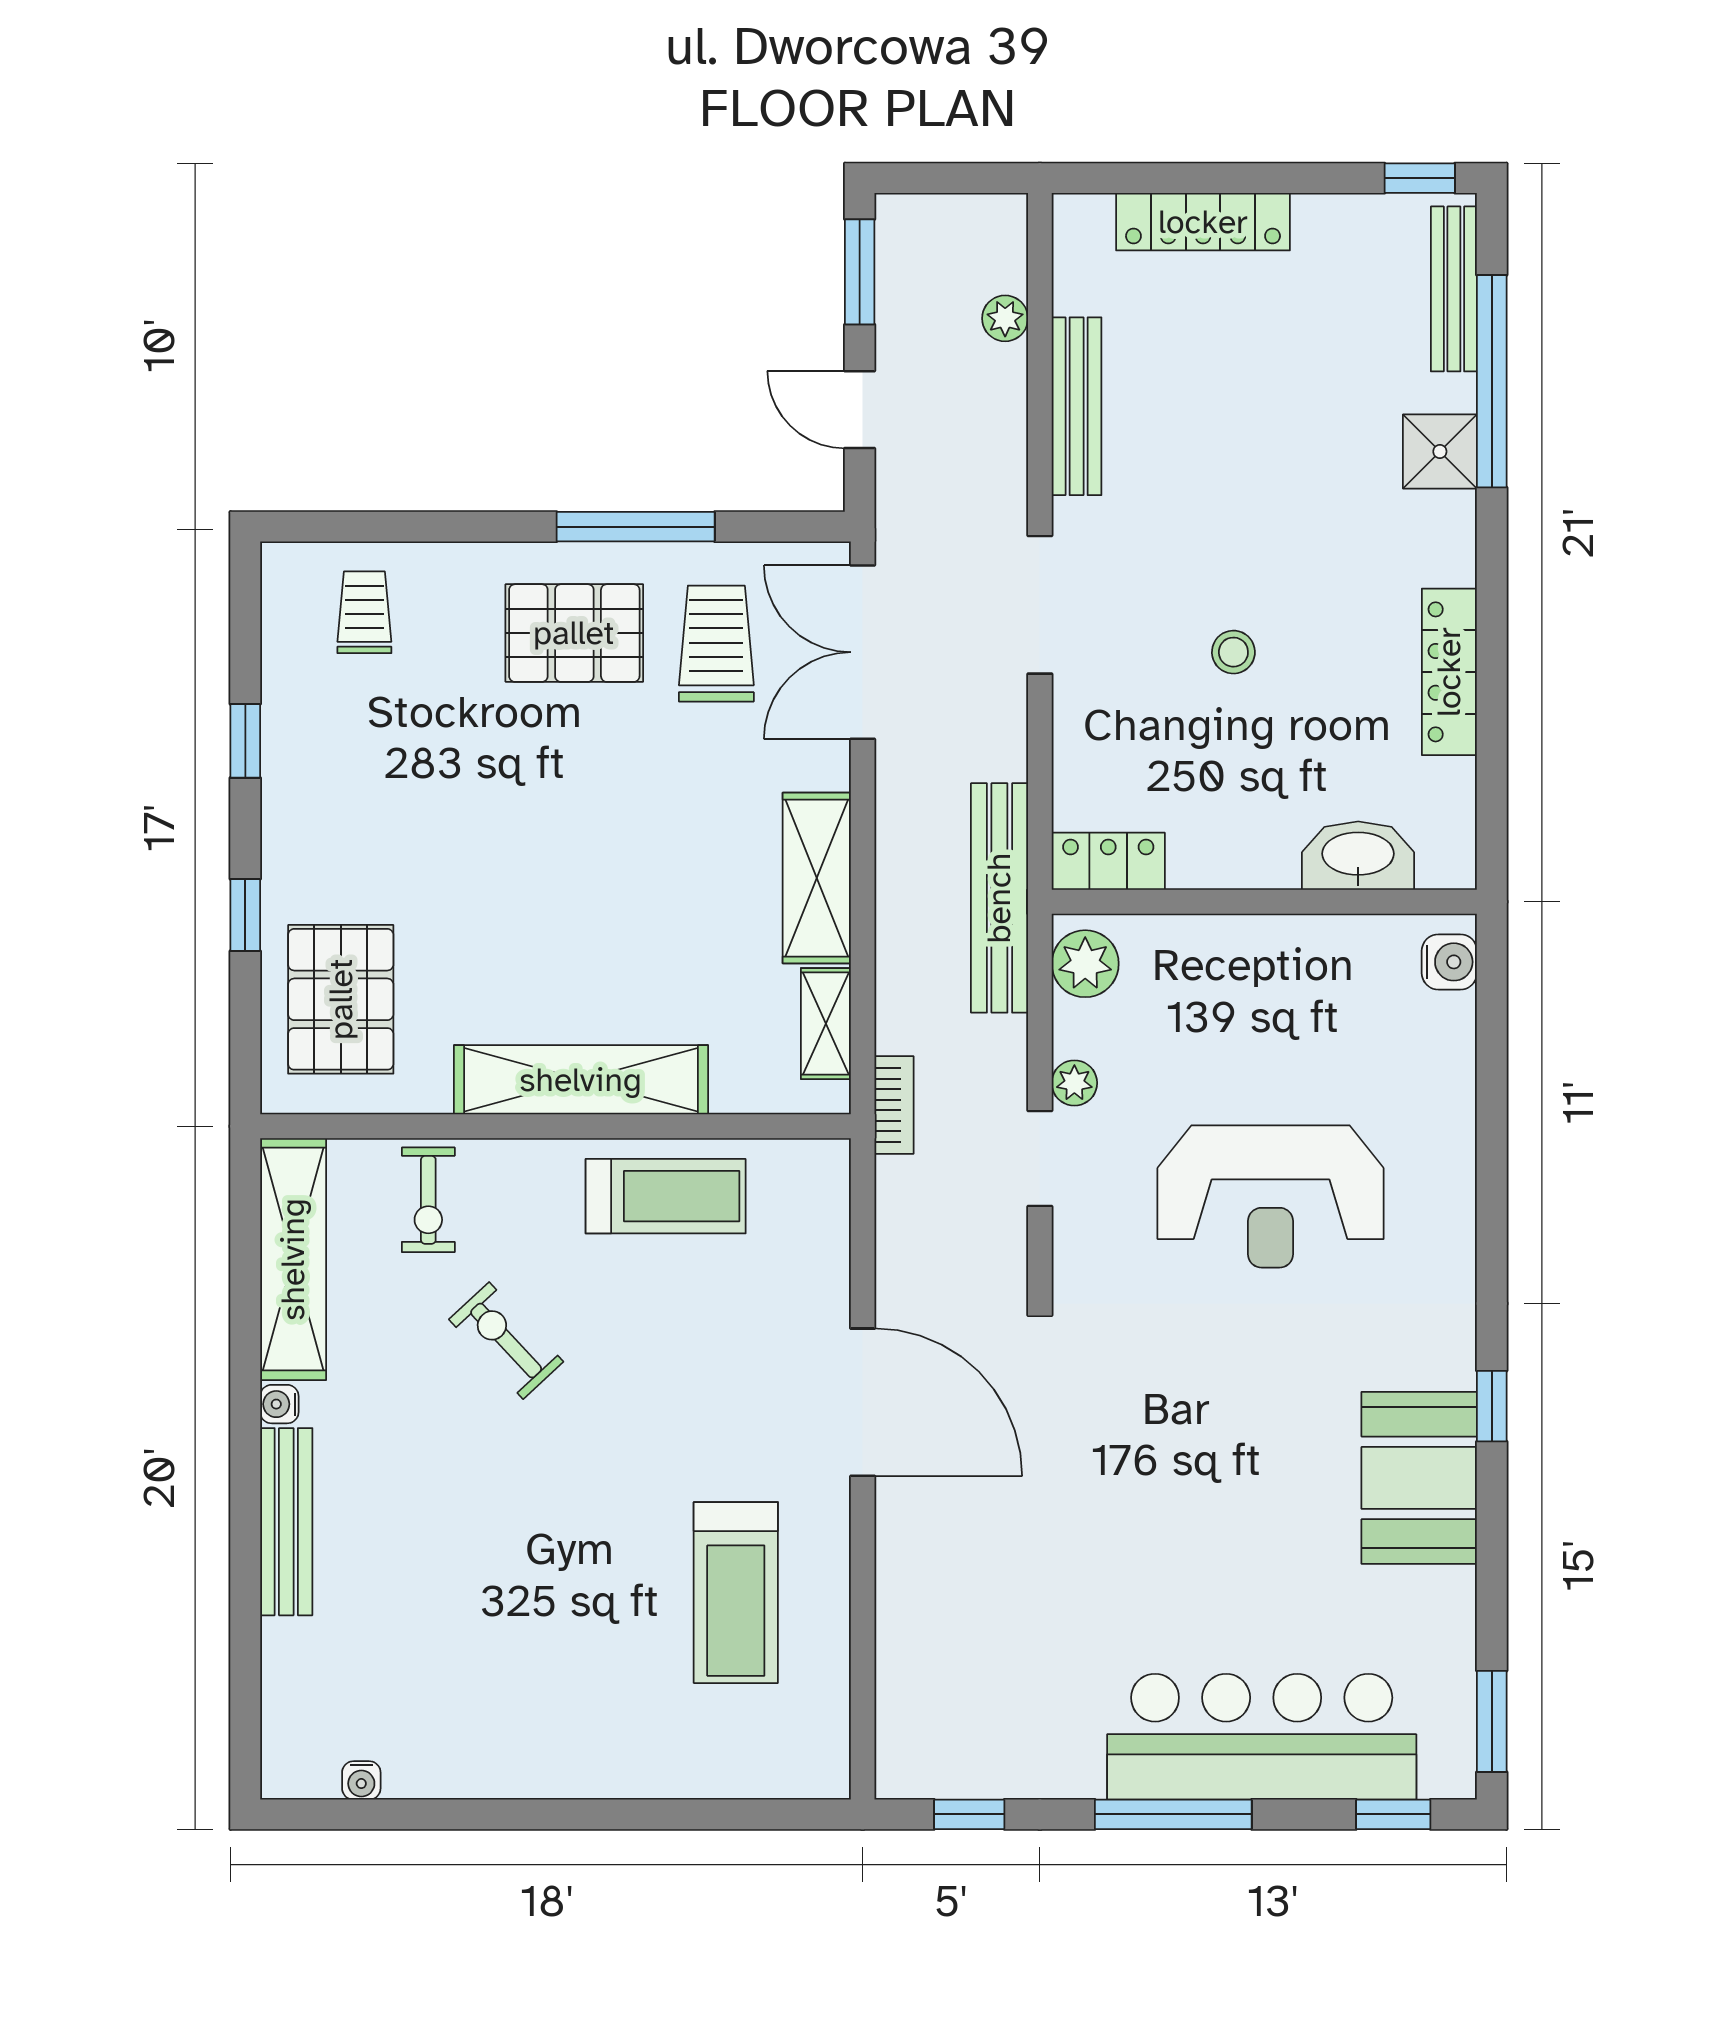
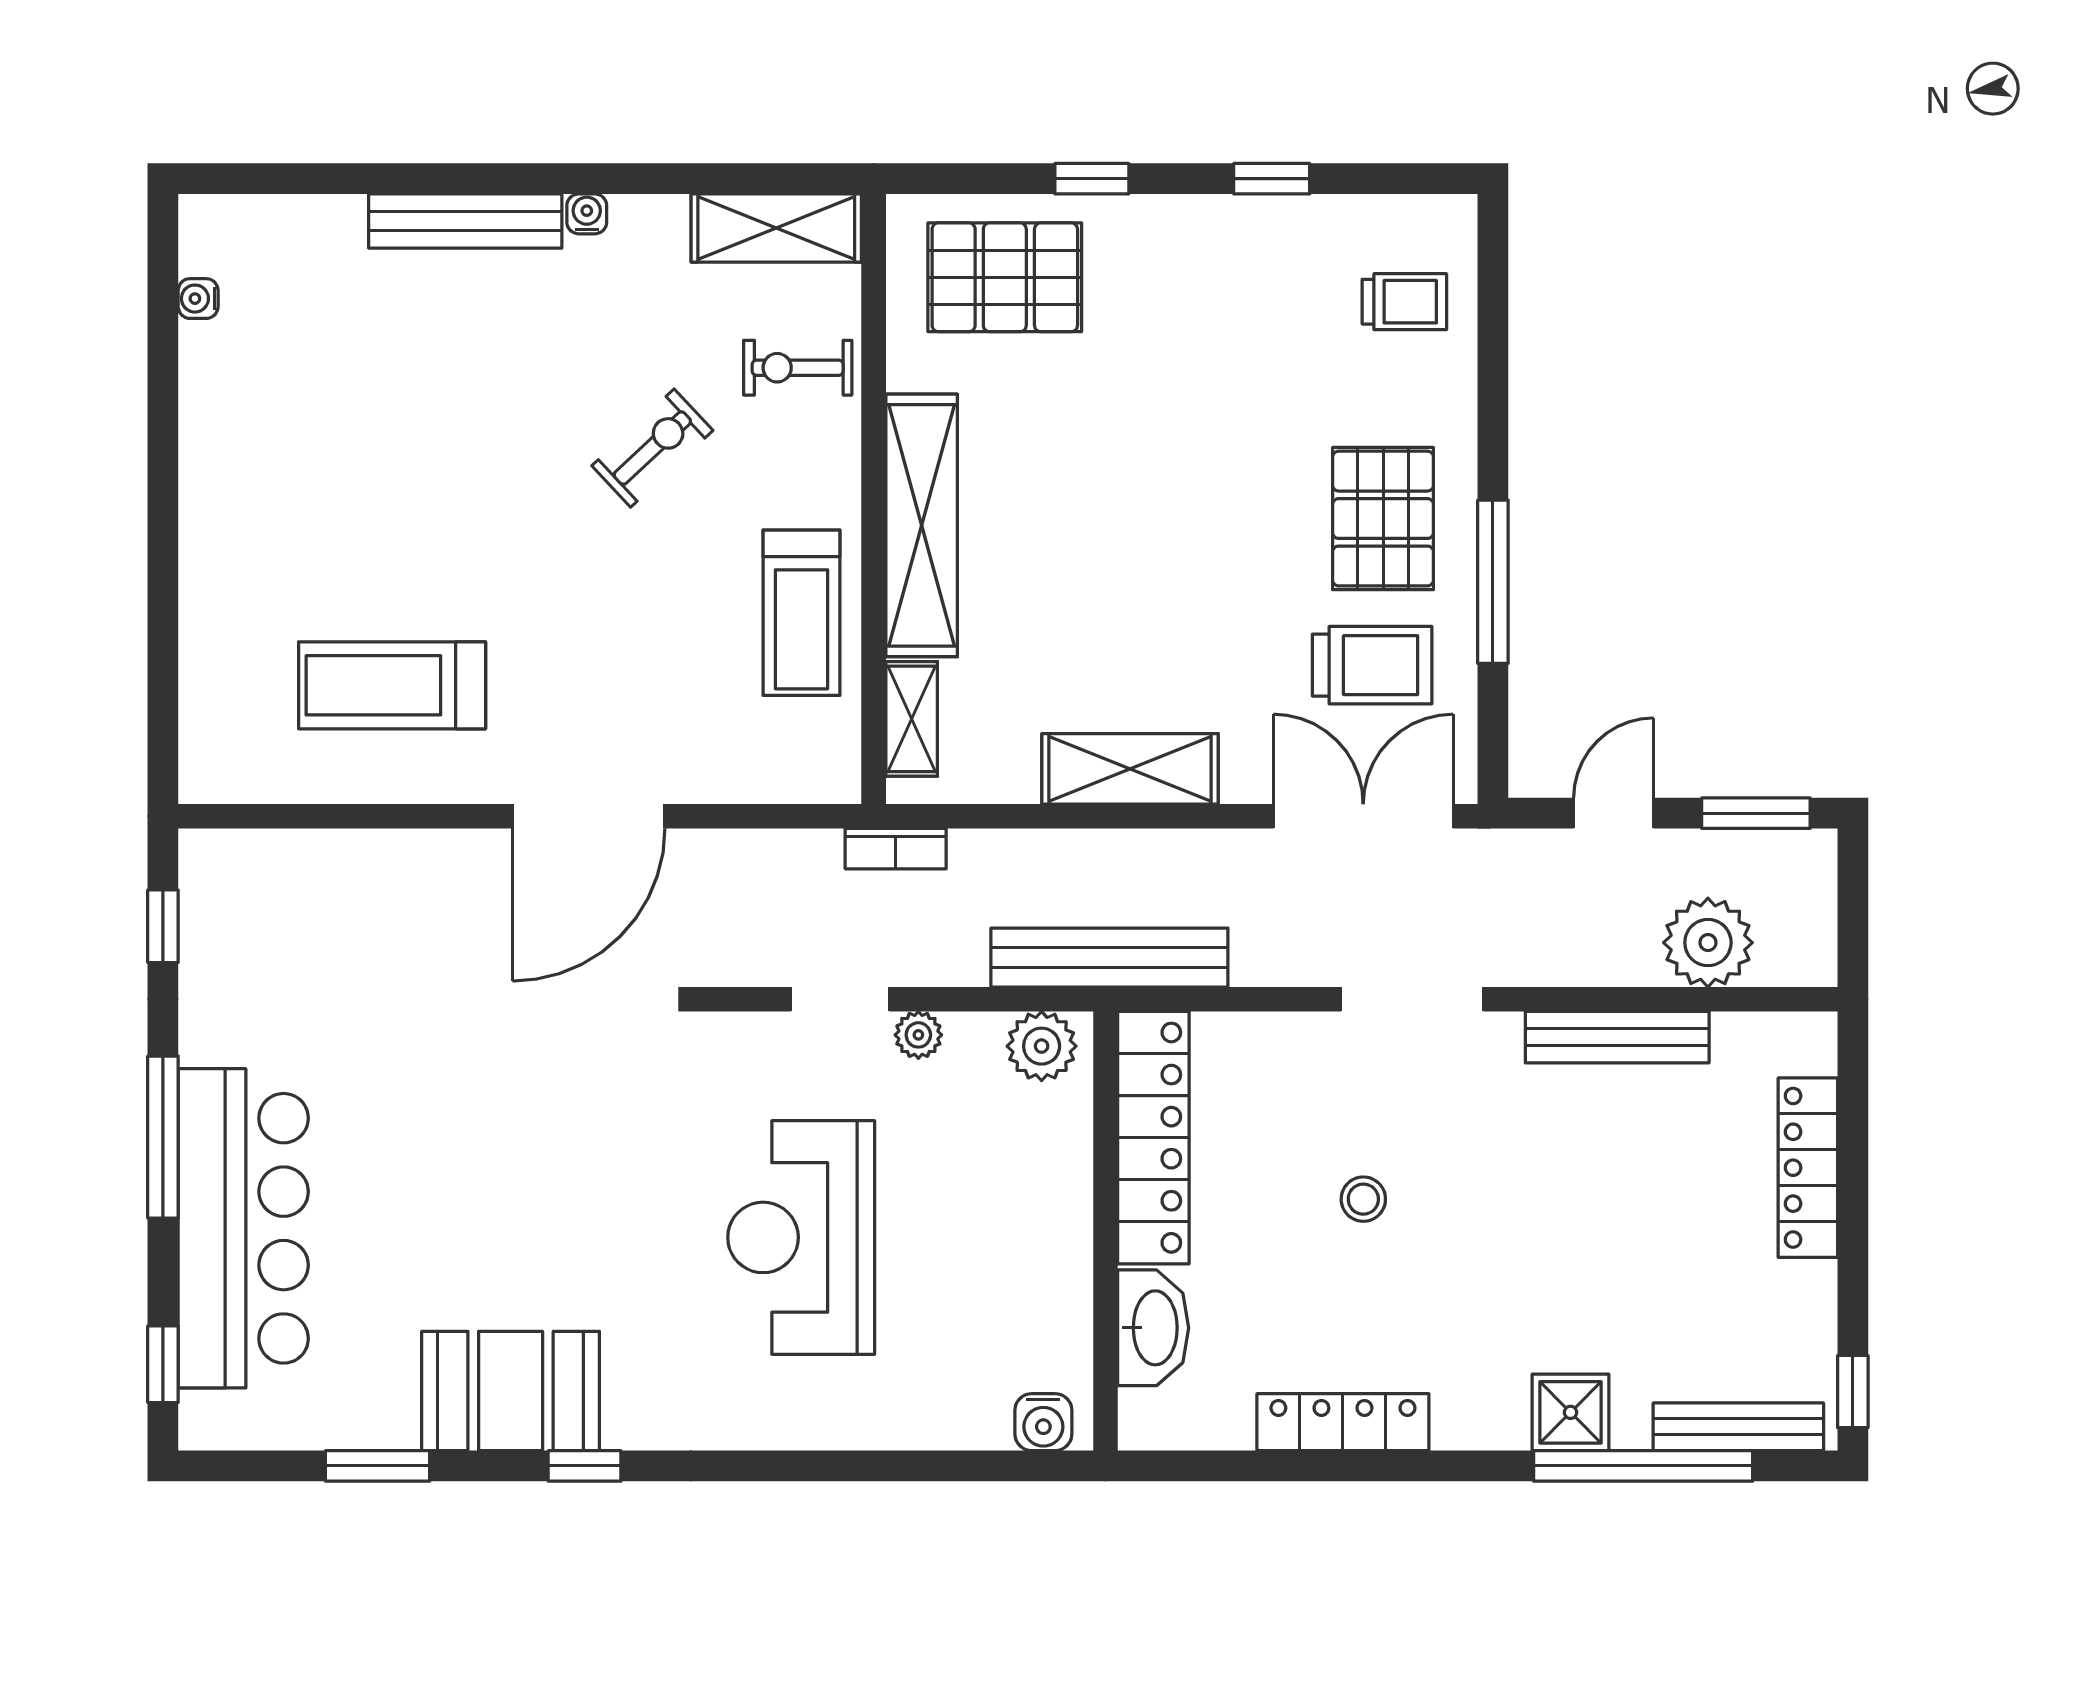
plant: (1005, 318) -> (1708, 943), width x1.87, depth x1.87
locker: (1108, 861) -> (1153, 1138), width x2.16, depth x1.21
shelving: (826, 1024) -> (912, 719), moved, turned 90
shelving: (293, 1259) -> (776, 228), width x0.68
window: (1492, 1721) -> (378, 1466), moved

